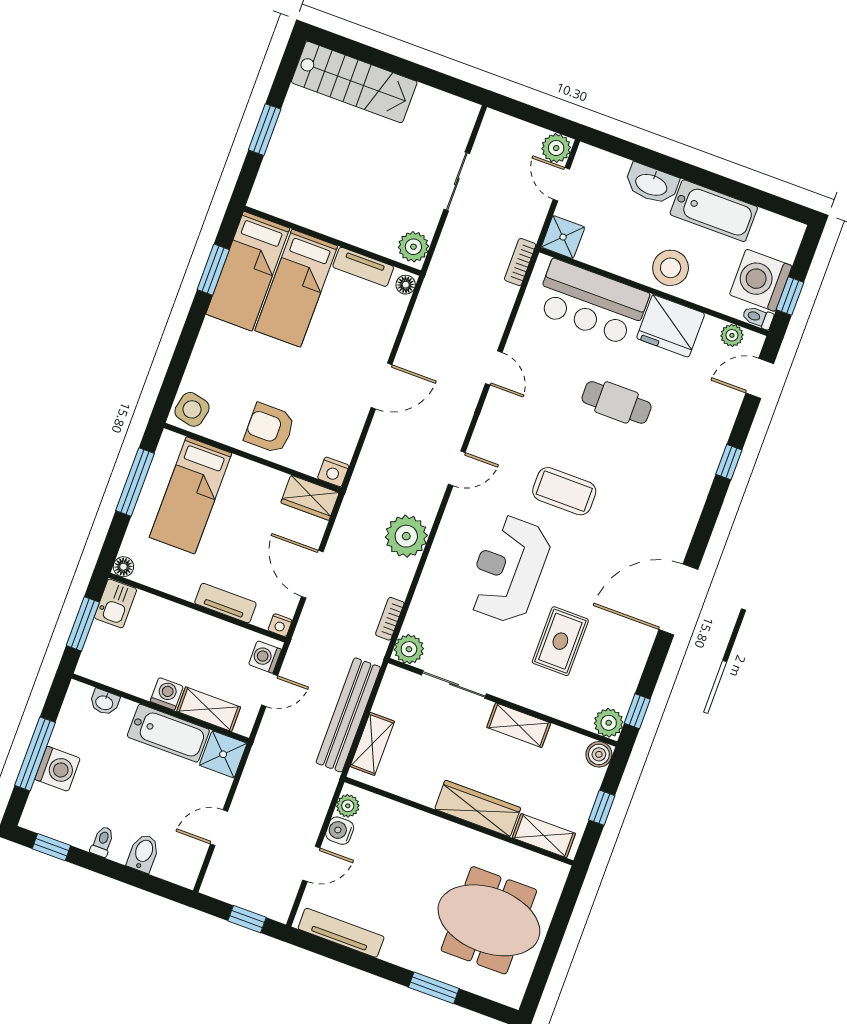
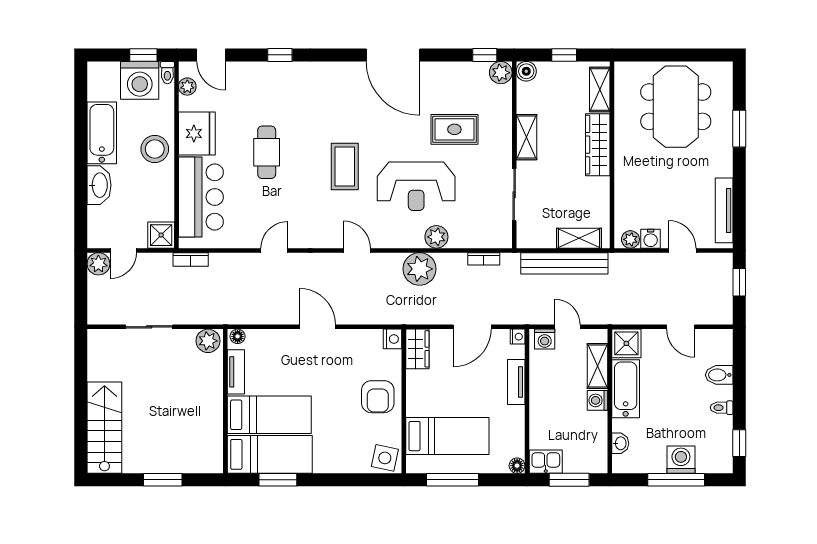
plant: (409, 649) -> (436, 237), moved

